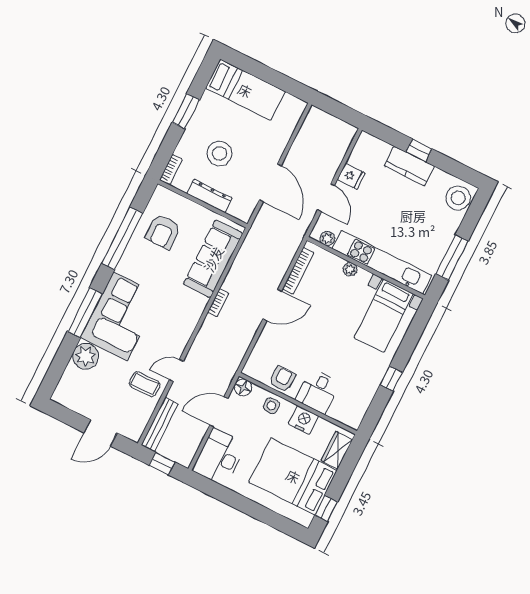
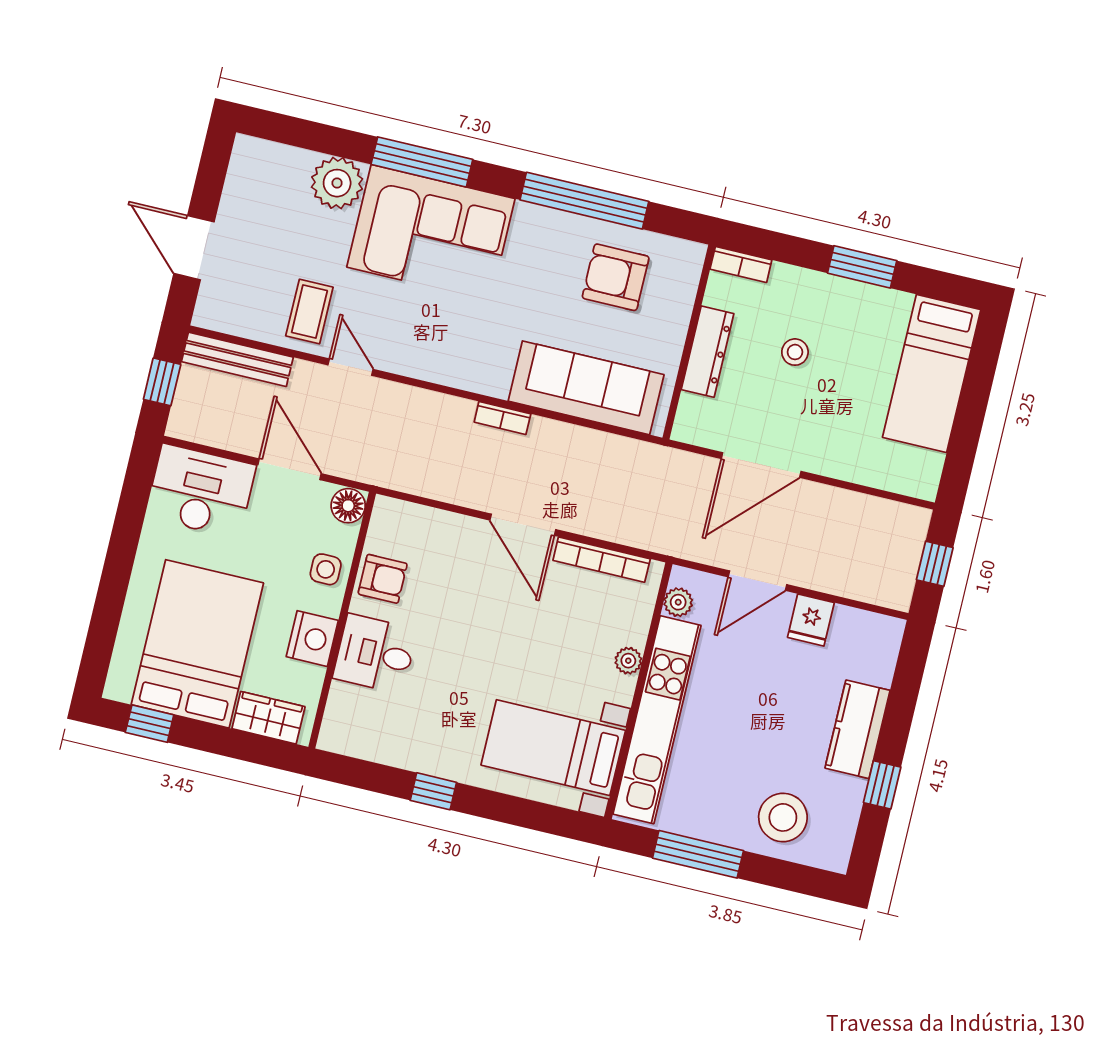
window: (338, 110) -> (935, 564), added
window: (419, 150) -> (882, 785), moved
stool: (219, 153) -> (795, 352), width x0.53, depth x0.53
stool: (458, 198) -> (783, 817), moved

